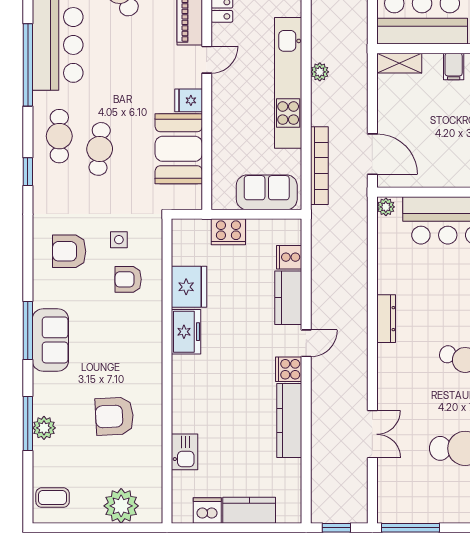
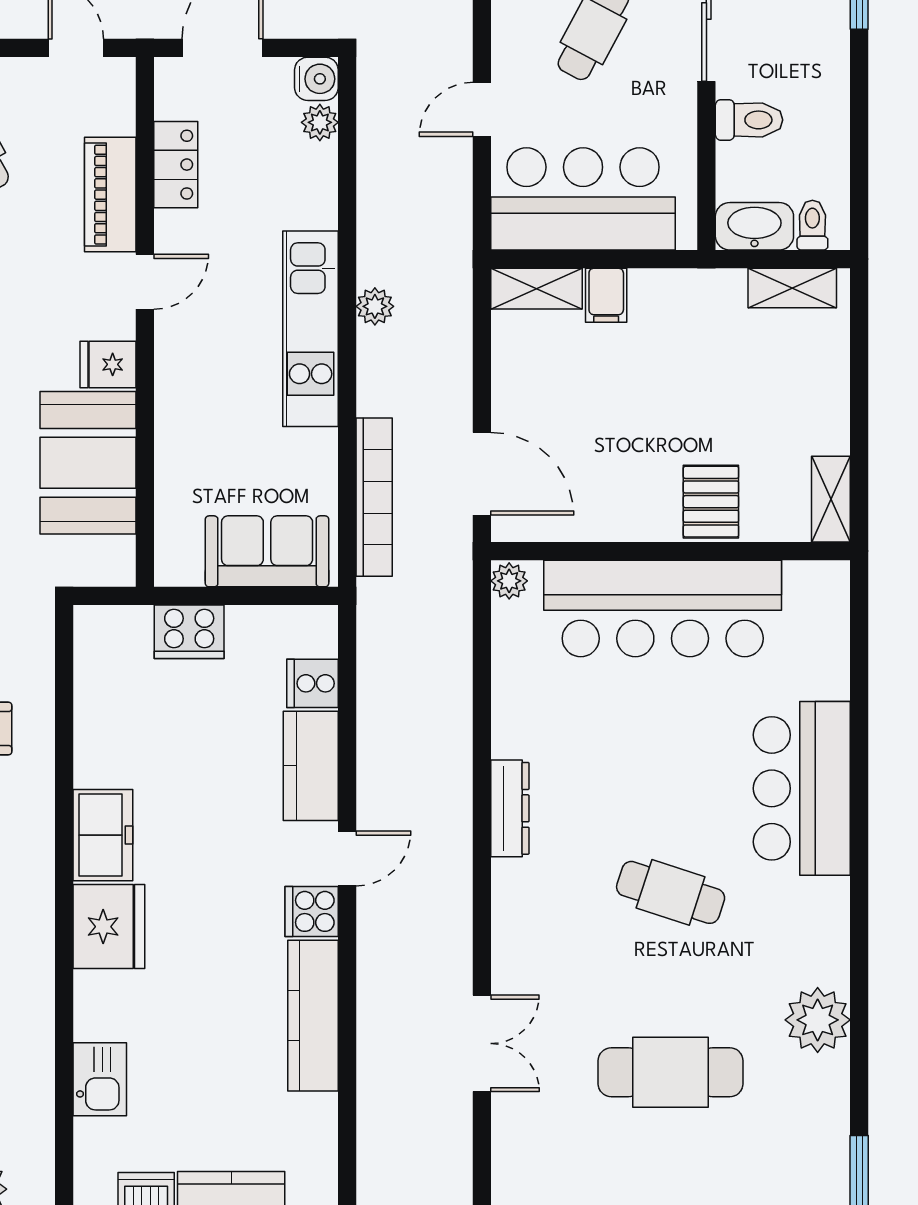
filing cabinet: (454, 66) -> (606, 295), moved
kitchen unit: (288, 83) -> (311, 329), width x0.73
fridge: (189, 287) -> (109, 927), moved

